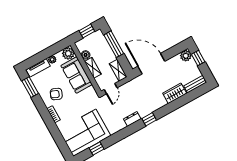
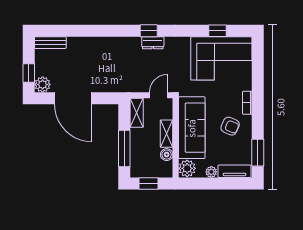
door: (151, 64) -> (73, 98), moved
sofa: (77, 75) -> (192, 128), width x1.36
wardrobe: (175, 93) -> (82, 45), removed
window: (149, 119) -> (149, 31), moved

